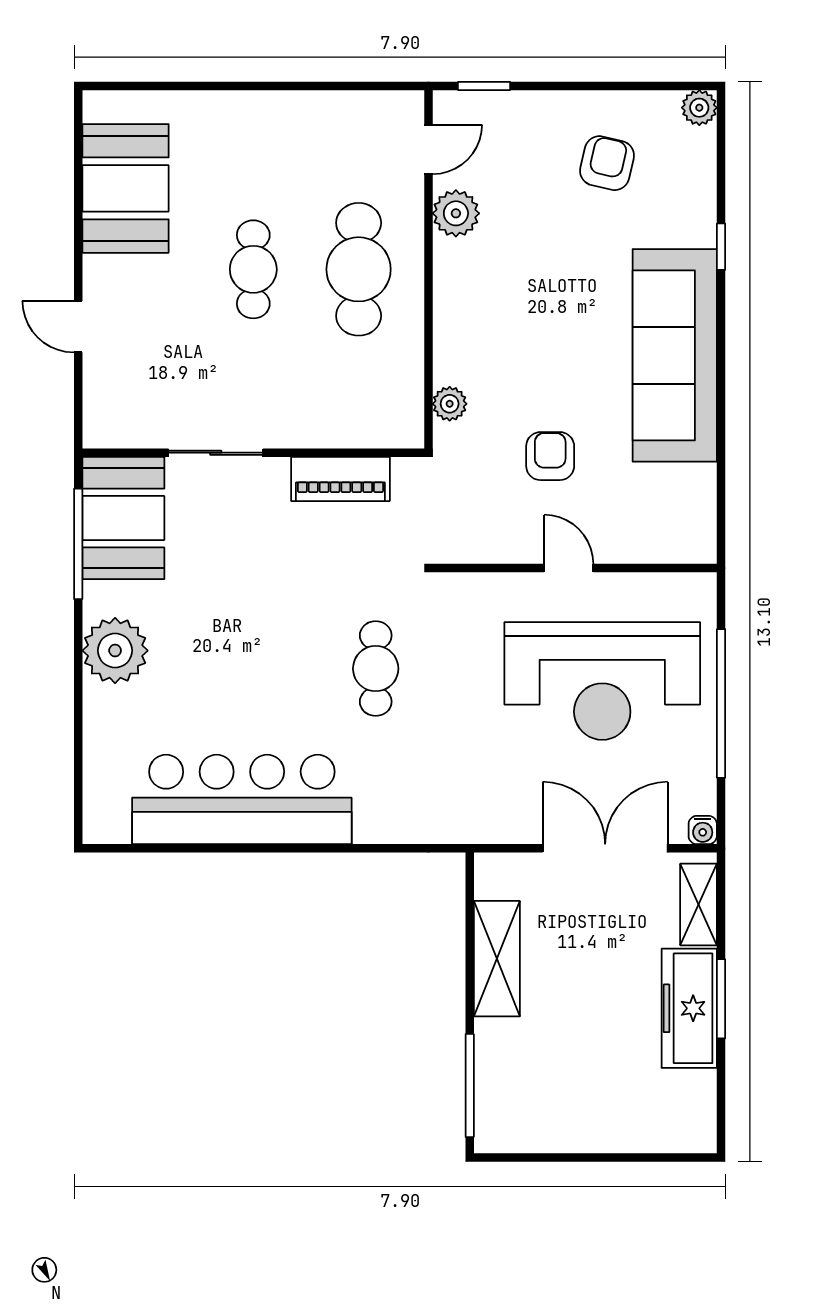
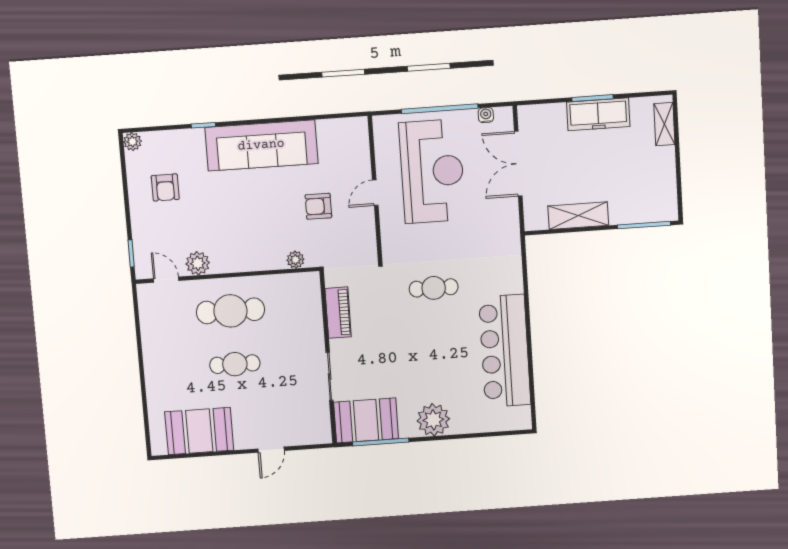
armchair: (607, 163) -> (165, 187), turned -103
water cooler: (703, 830) -> (486, 115), moved, turned -90
shelving: (699, 905) -> (664, 124), moved, turned 90

